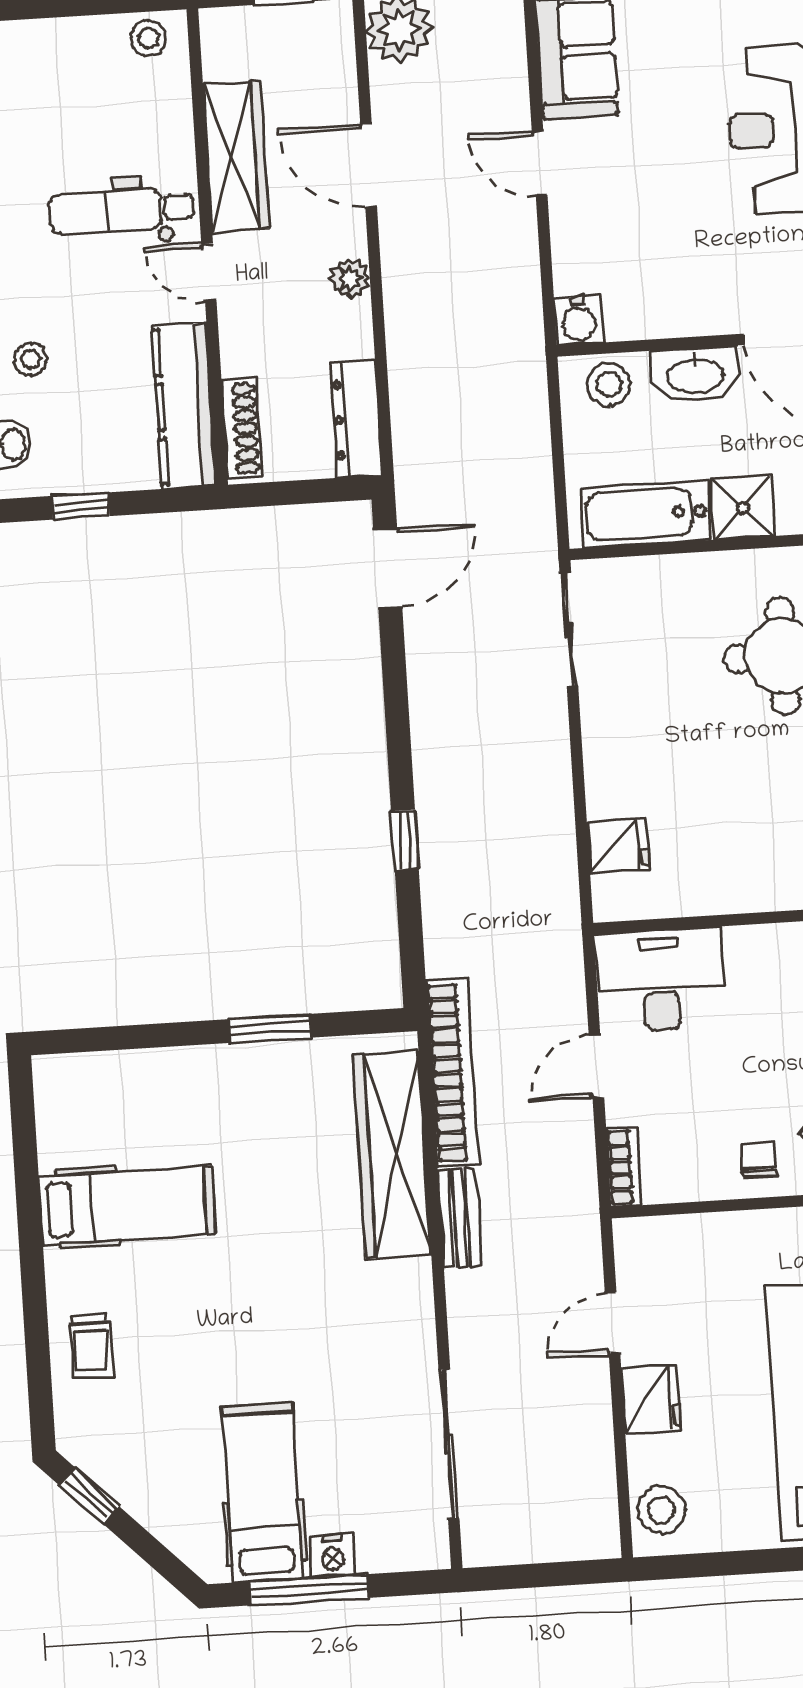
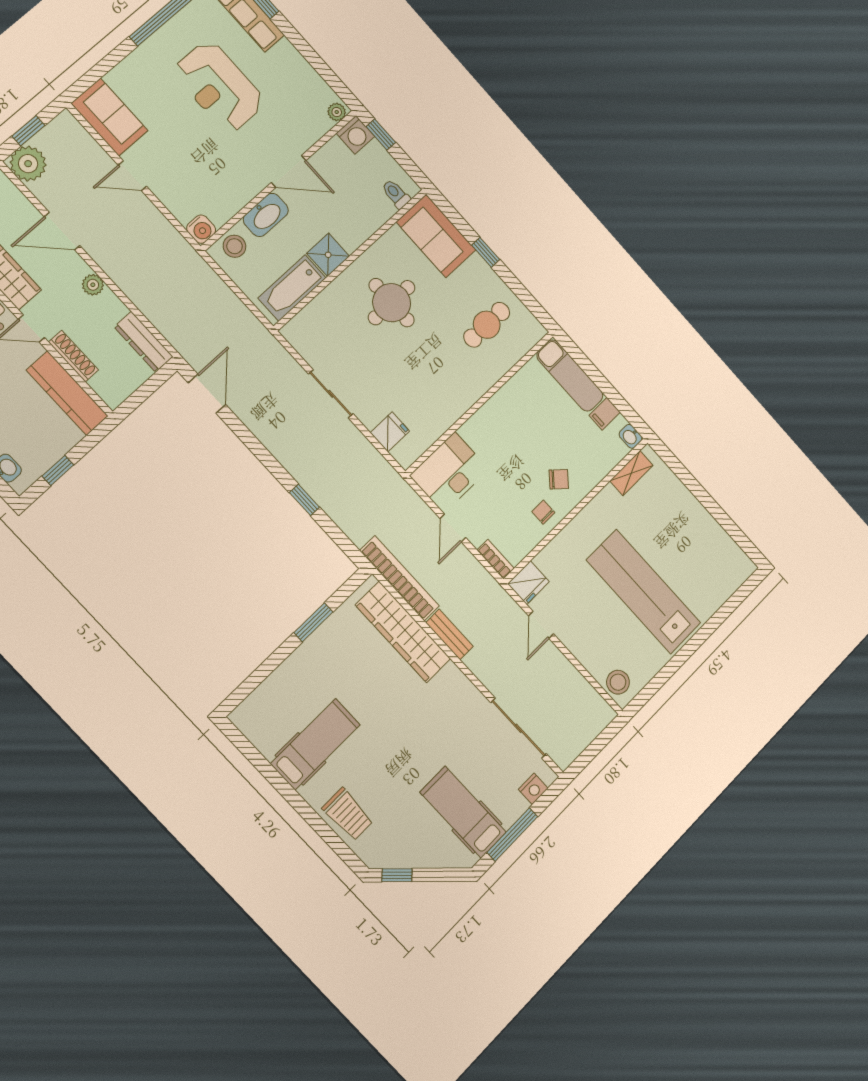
shoe rack: (241, 429) -> (73, 356), moved
sliding door: (569, 630) -> (331, 394), moved
trolley: (91, 1346) -> (348, 814), width x1.36, depth x1.39
fridge: (651, 1399) -> (528, 583), moved, turned 90
nightstand: (333, 1556) -> (533, 789), moved

